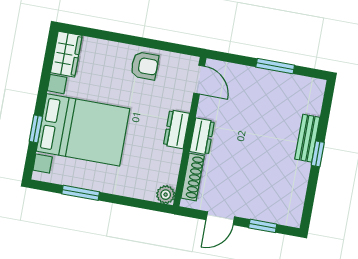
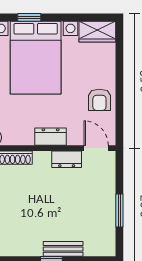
door: (199, 80) -> (96, 148), swing flipped
dresser: (202, 136) -> (67, 159), moved

